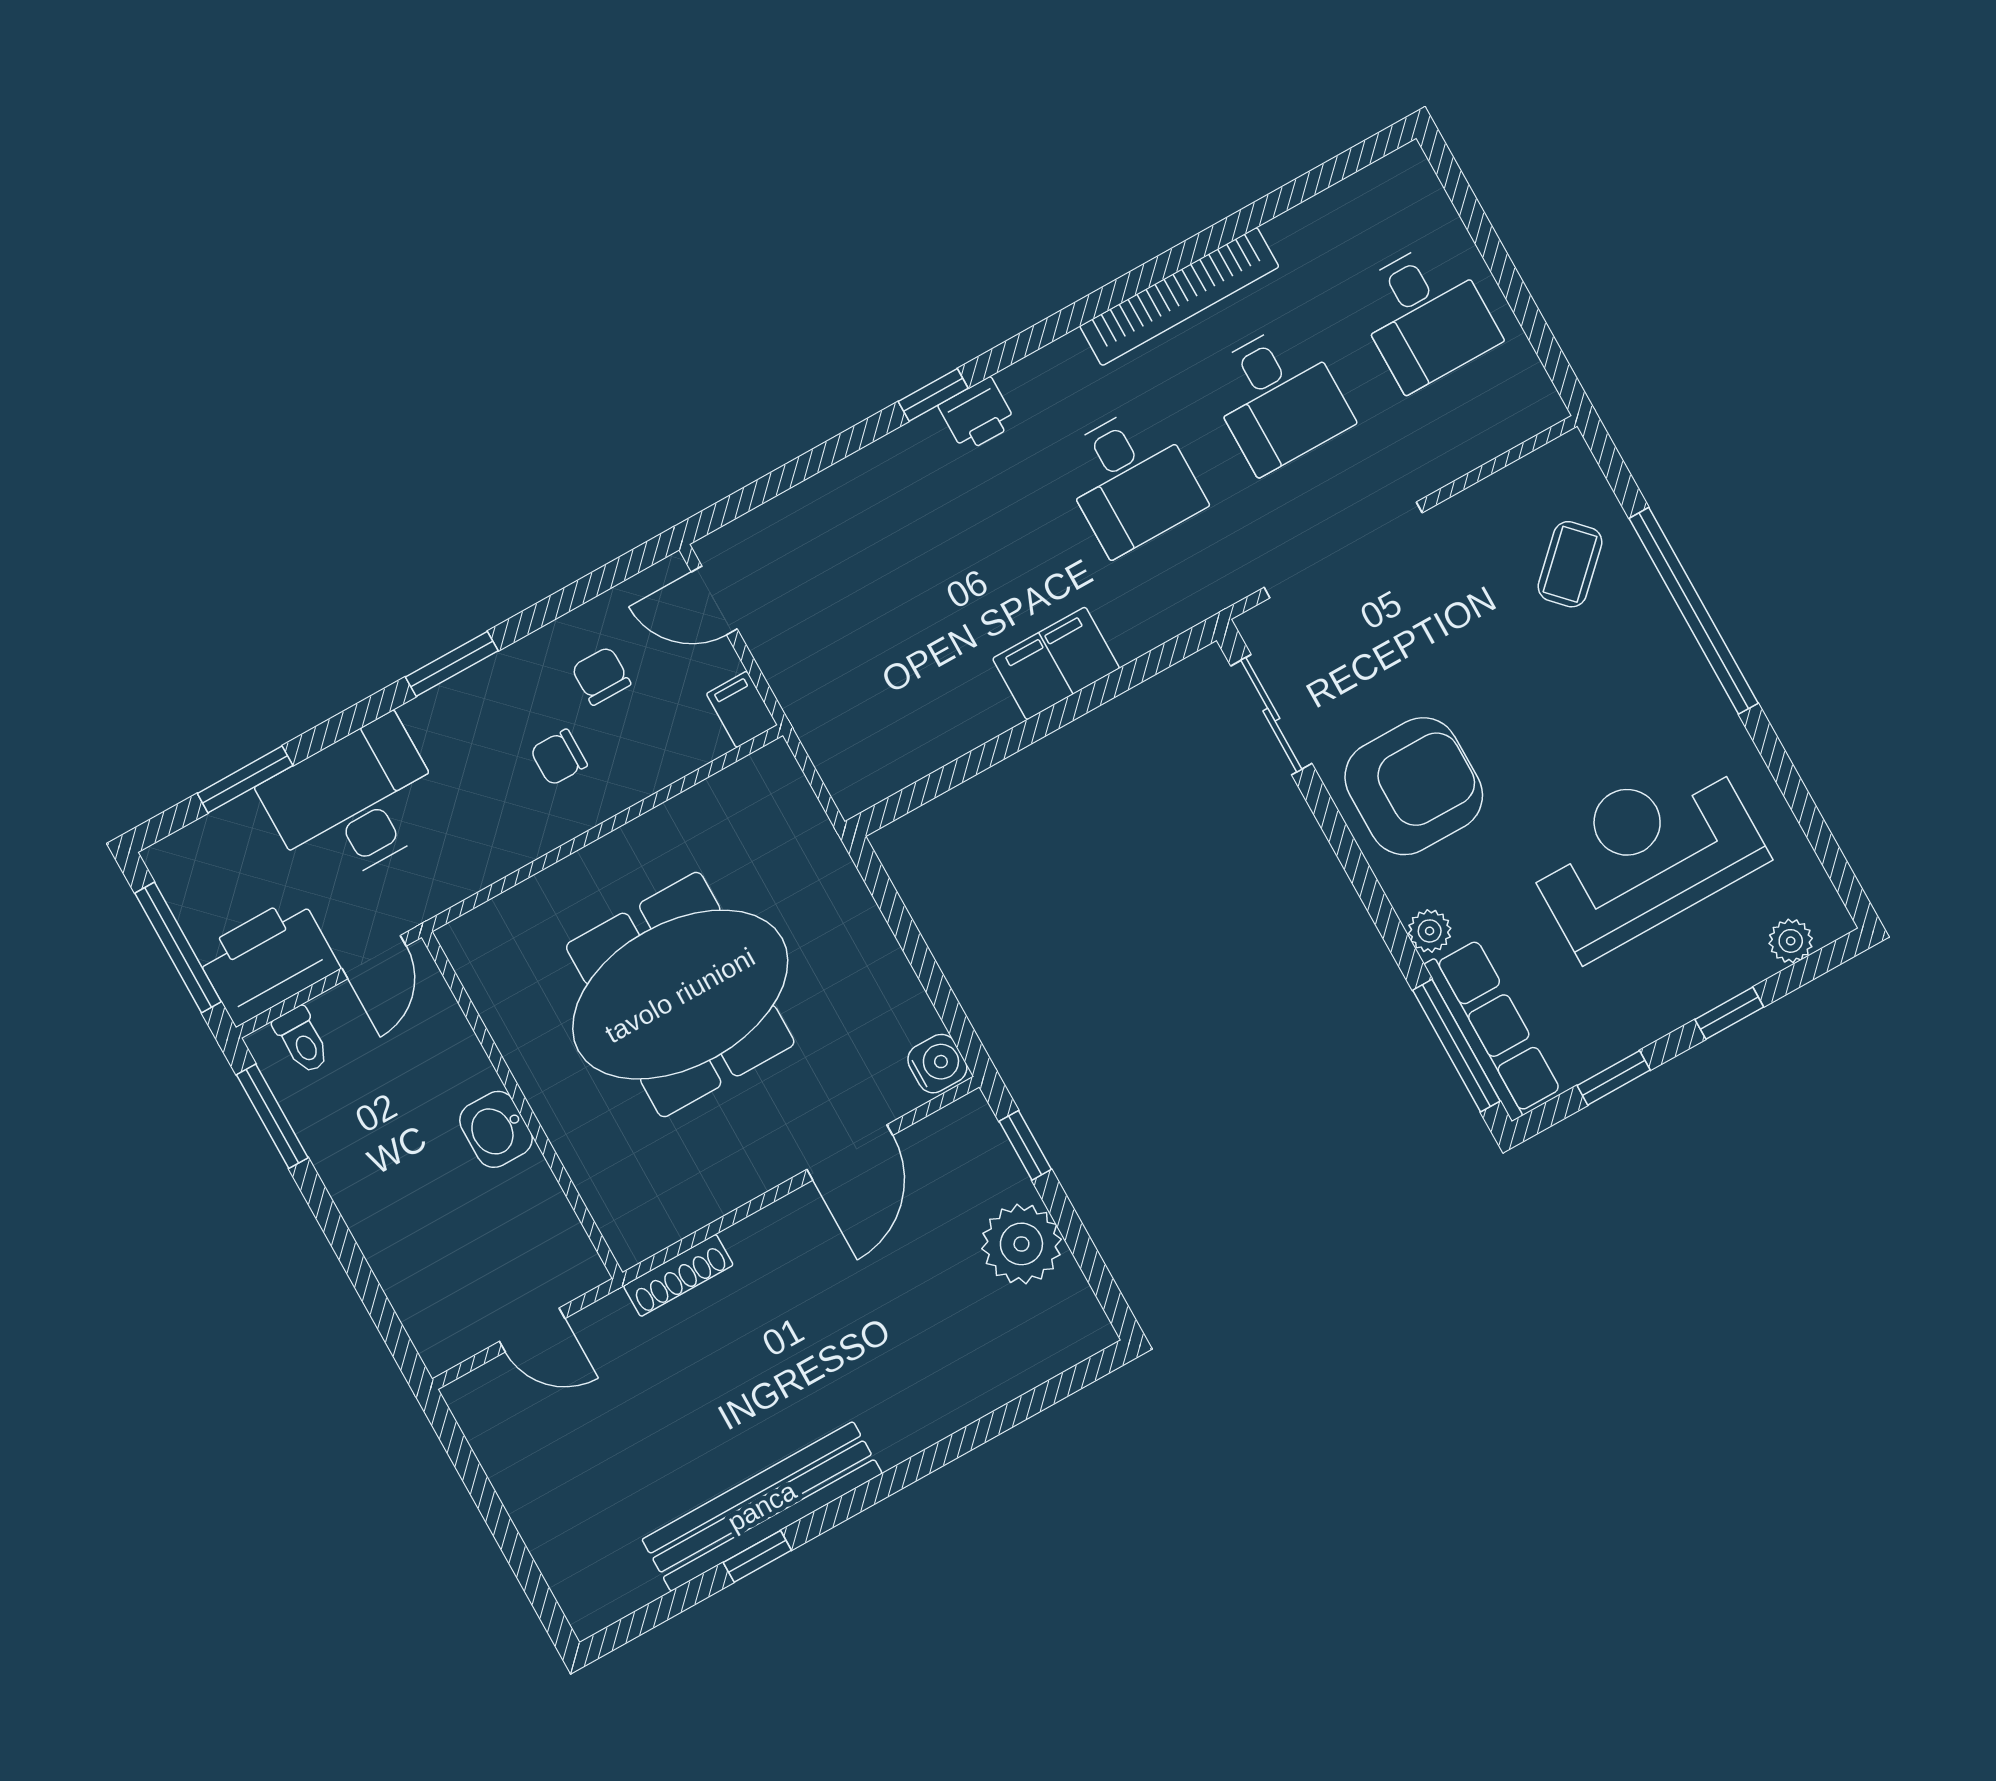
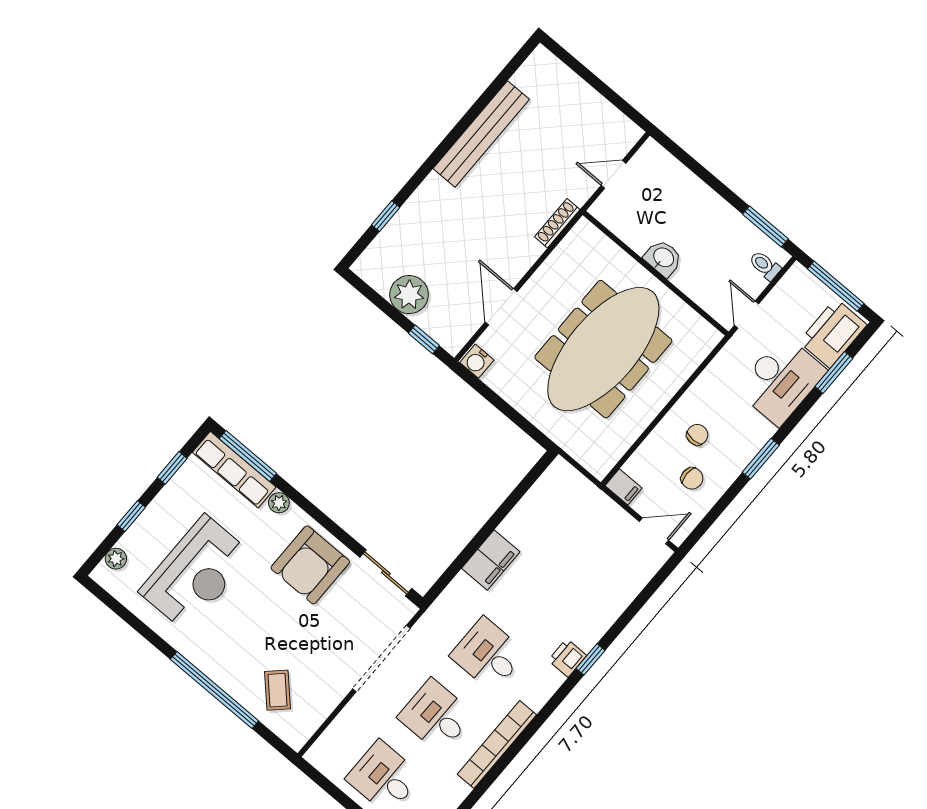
printer: (267, 960) -> (833, 333), moved, turned 180
meeting table: (680, 995) -> (603, 349), width x1.36
window: (757, 1556) -> (386, 216), moved

